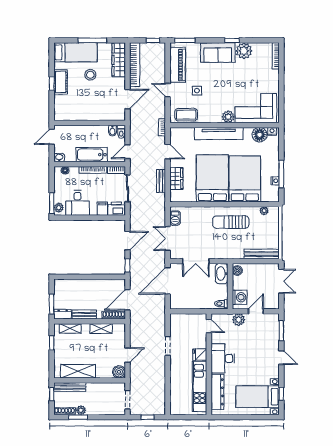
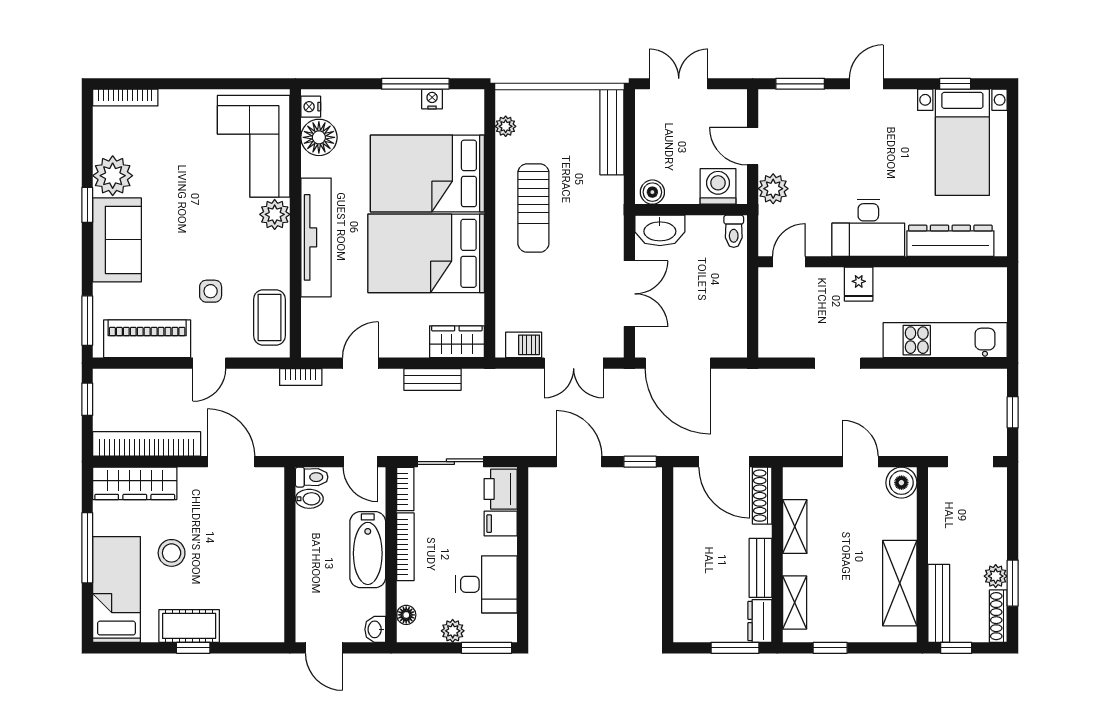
wardrobe: (176, 178) -> (457, 342), moved
plant: (59, 208) -> (453, 631), moved
kitchen unit: (200, 386) -> (945, 340), moved, turned 180

